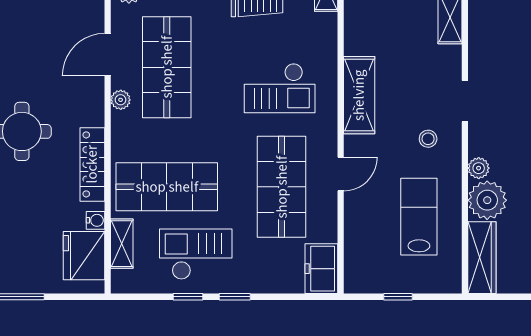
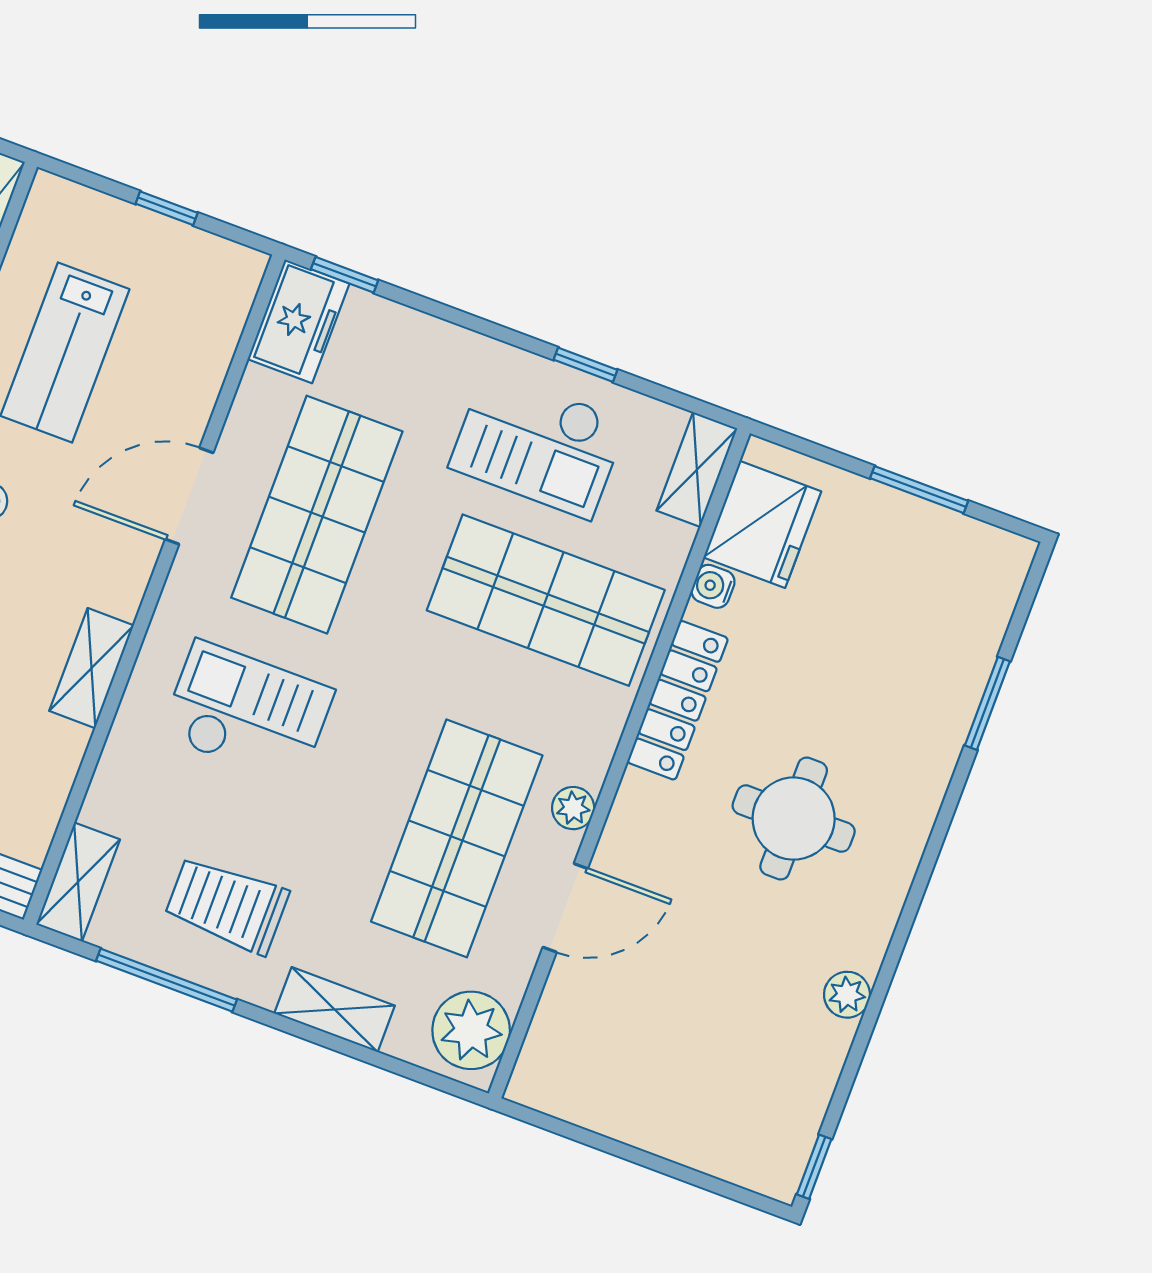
shelving: (359, 95) -> (92, 668), width x0.67, depth x0.75
door: (341, 174) -> (189, 496), width x1.37
shelving: (122, 244) -> (697, 470), moved
window: (235, 297) -> (345, 275), moved

